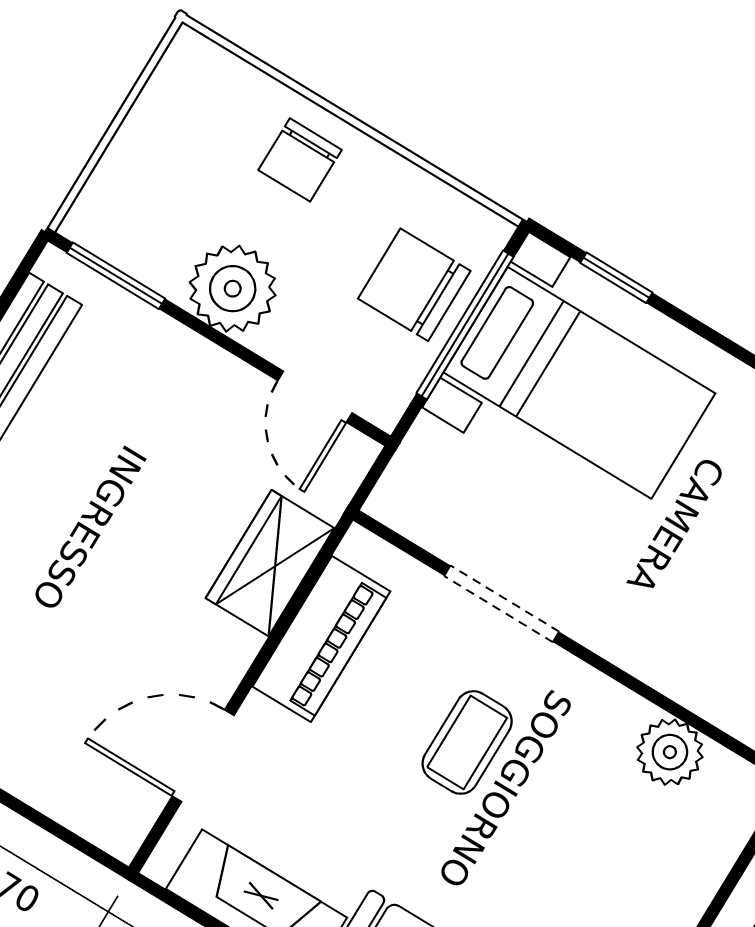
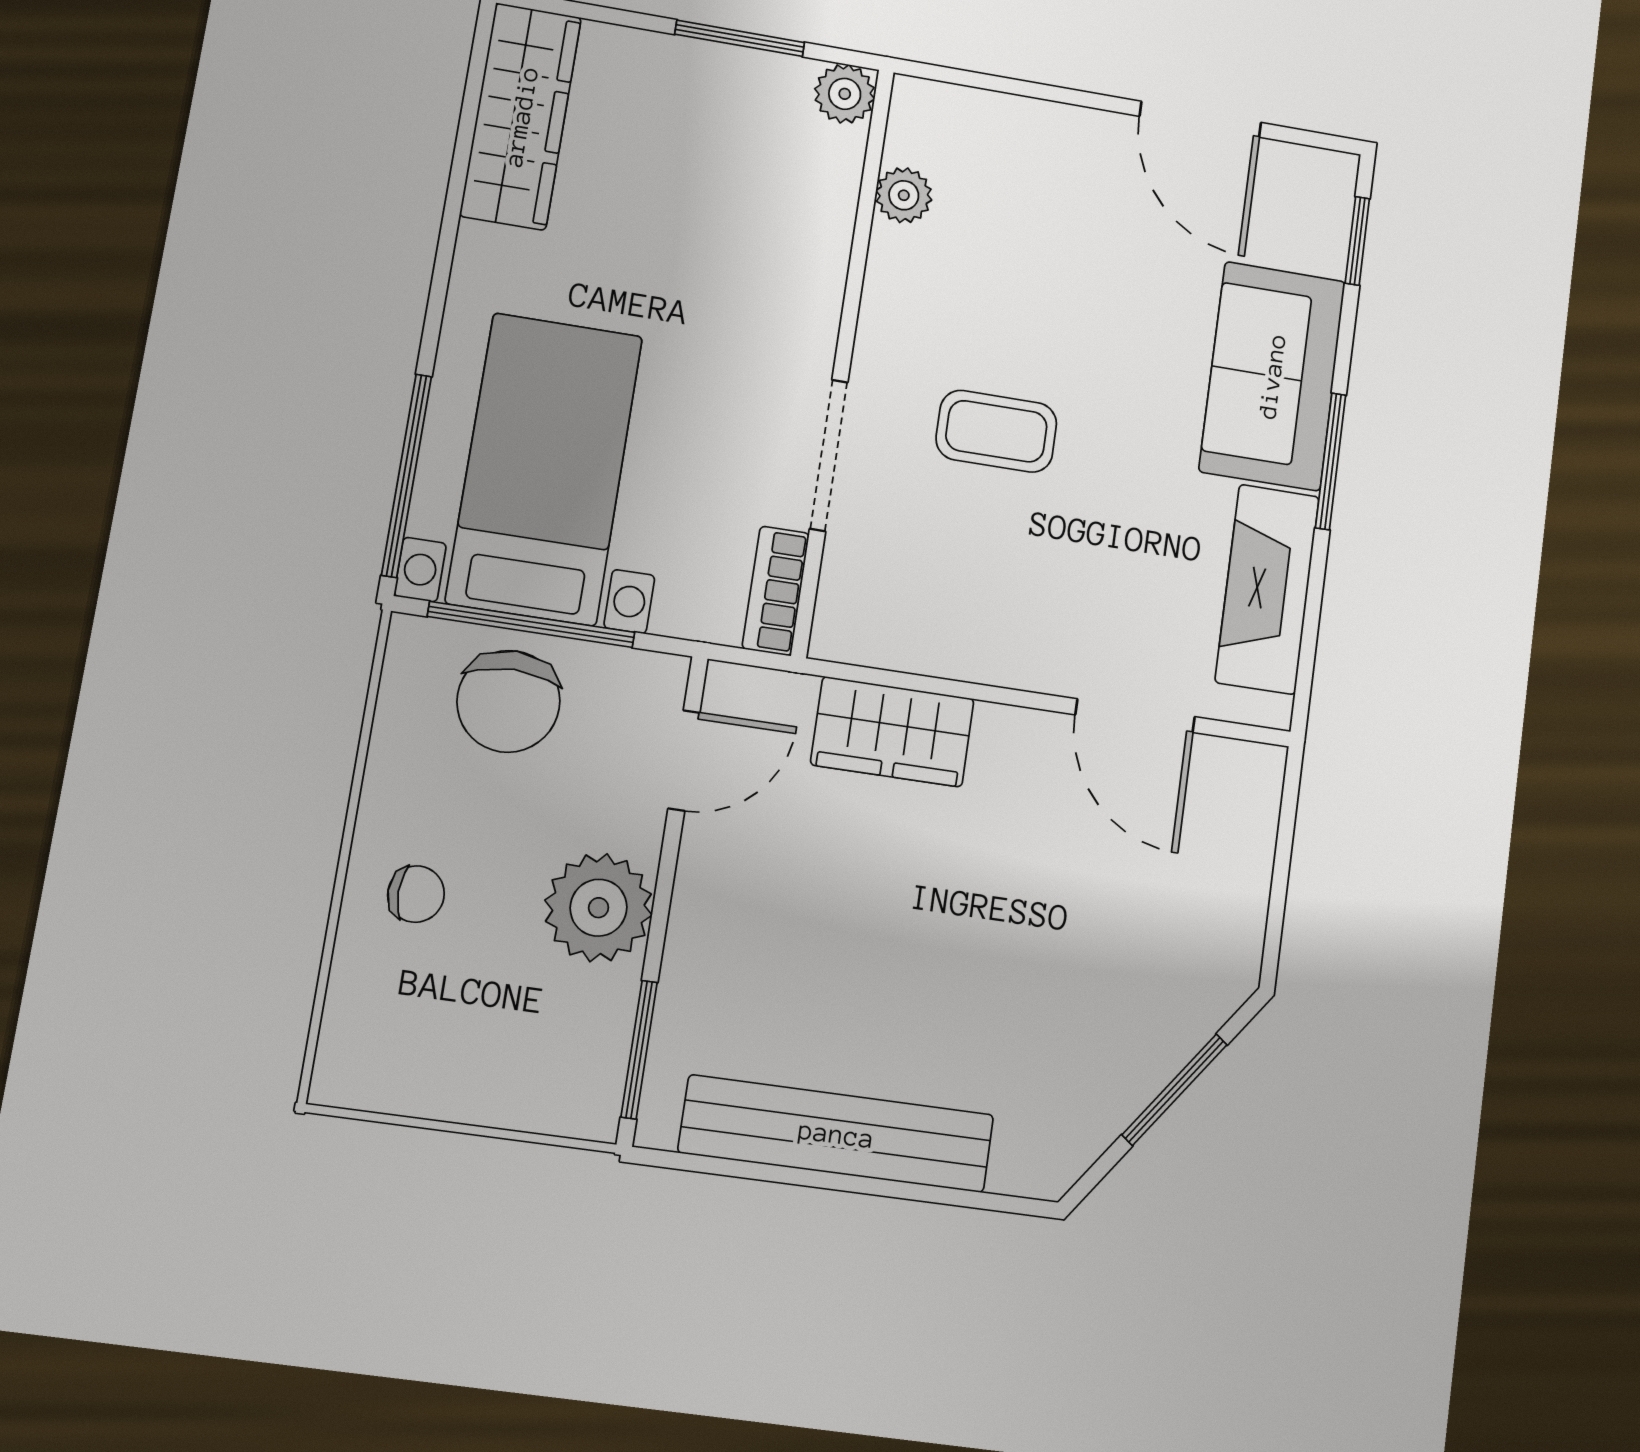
chair: (300, 160) -> (416, 894), width x0.73, depth x0.73
window: (616, 278) -> (406, 475), width x2.17
bookcase: (414, 519) -> (776, 591), added
piano: (321, 639) -> (952, 639), removed
plant: (670, 752) -> (904, 195), width x0.73, depth x0.73

